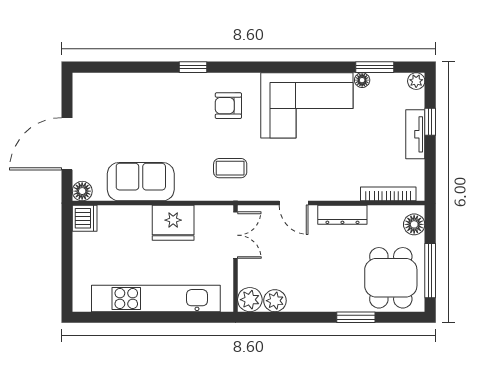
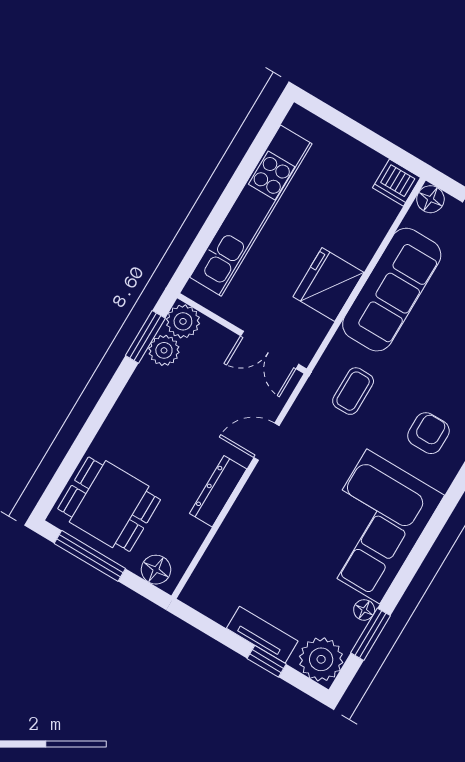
plant: (416, 81) -> (321, 659), width x1.88, depth x1.88
sofa: (141, 182) -> (392, 290), width x1.36
bookcase: (388, 194) -> (211, 560), removed
window: (356, 317) -> (145, 337), moved

